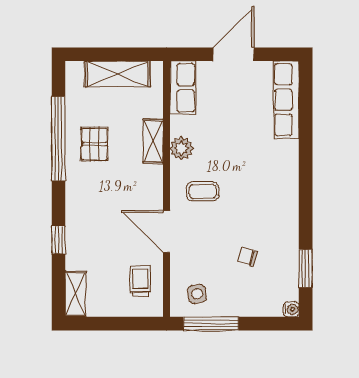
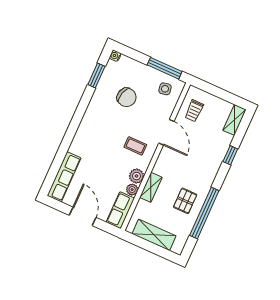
door: (233, 54) -> (83, 216), swing flipped
plant: (179, 126) -> (132, 190), added
chair: (247, 256) -> (127, 97), width x1.87, depth x1.87

